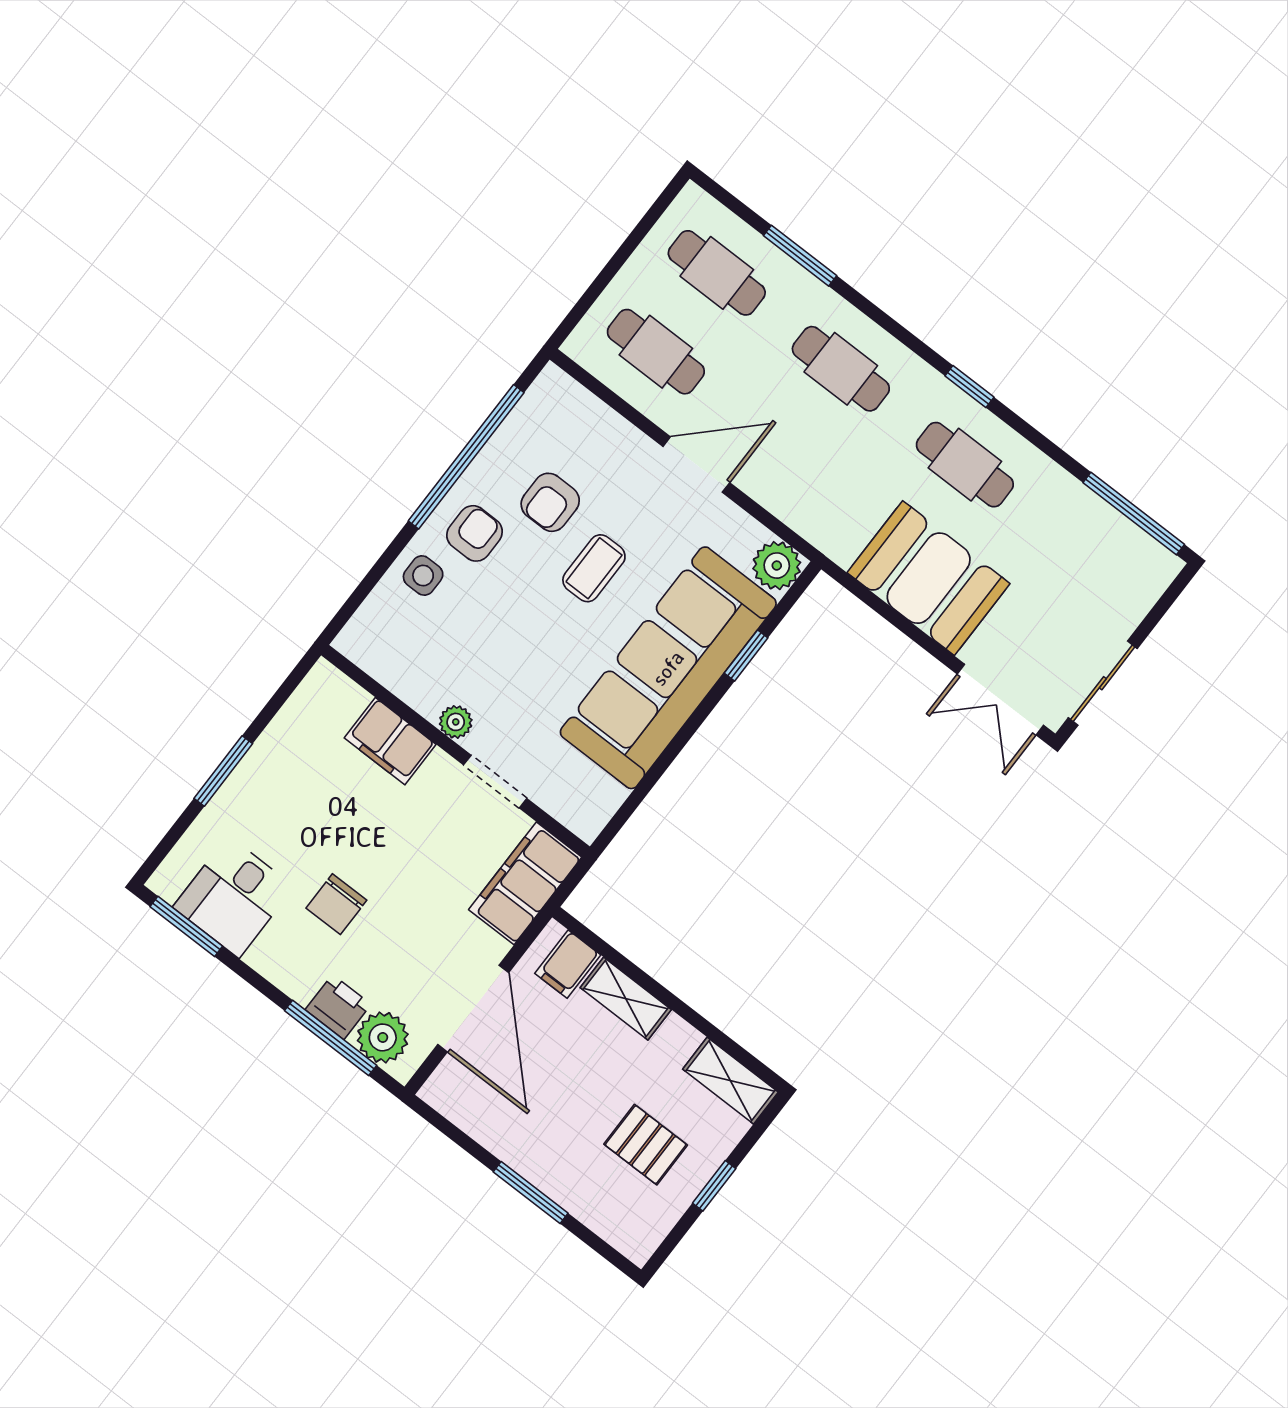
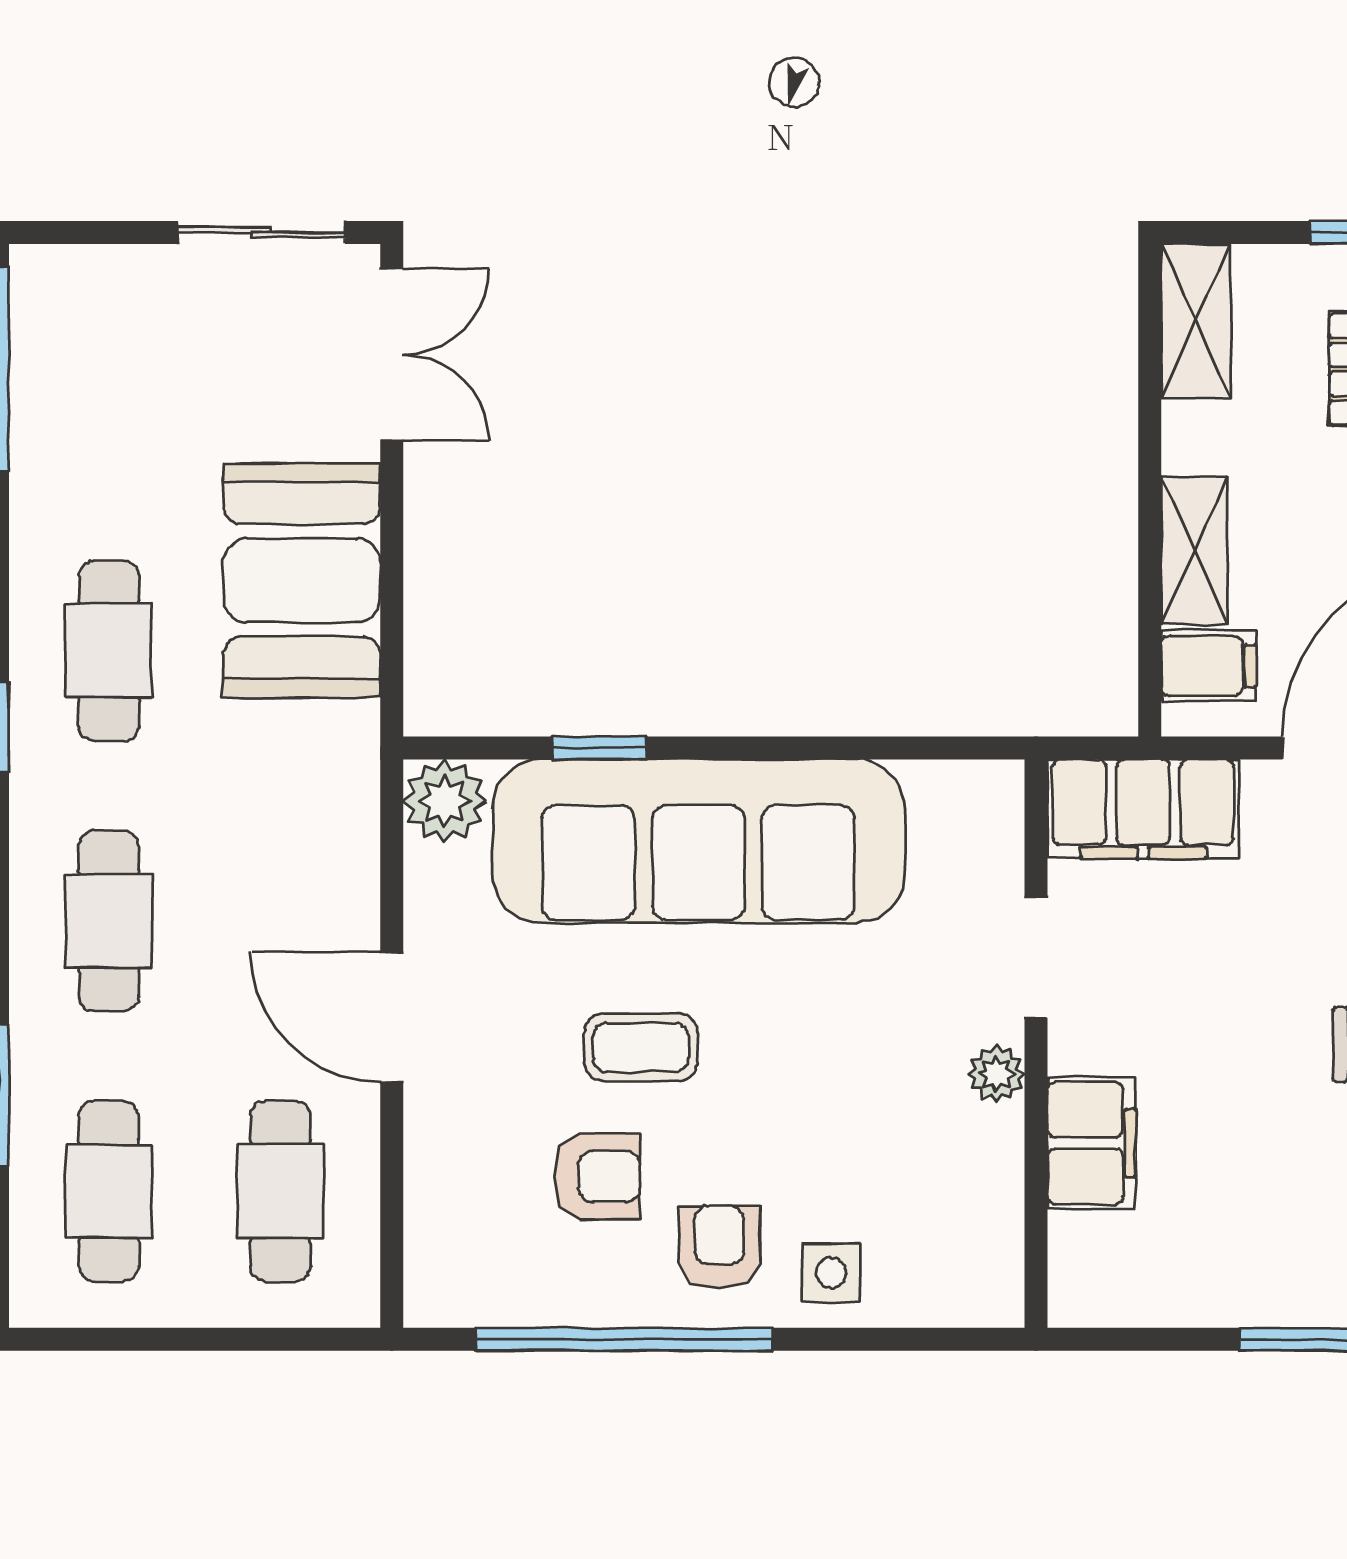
armchair: (475, 533) -> (719, 1247), turned 90

